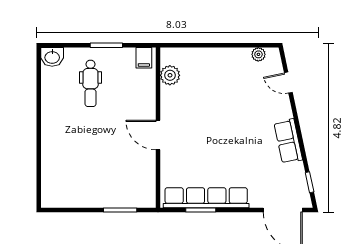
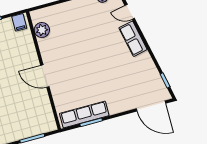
row of seats: (288, 141) -> (133, 39), moved
row of seats: (206, 198) -> (84, 115), width x0.73

